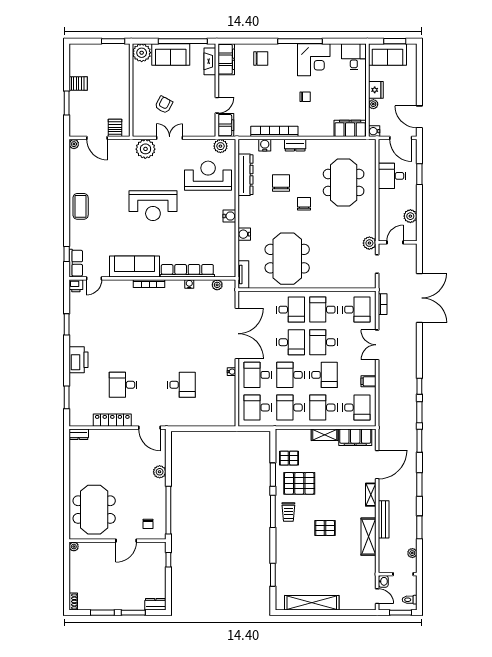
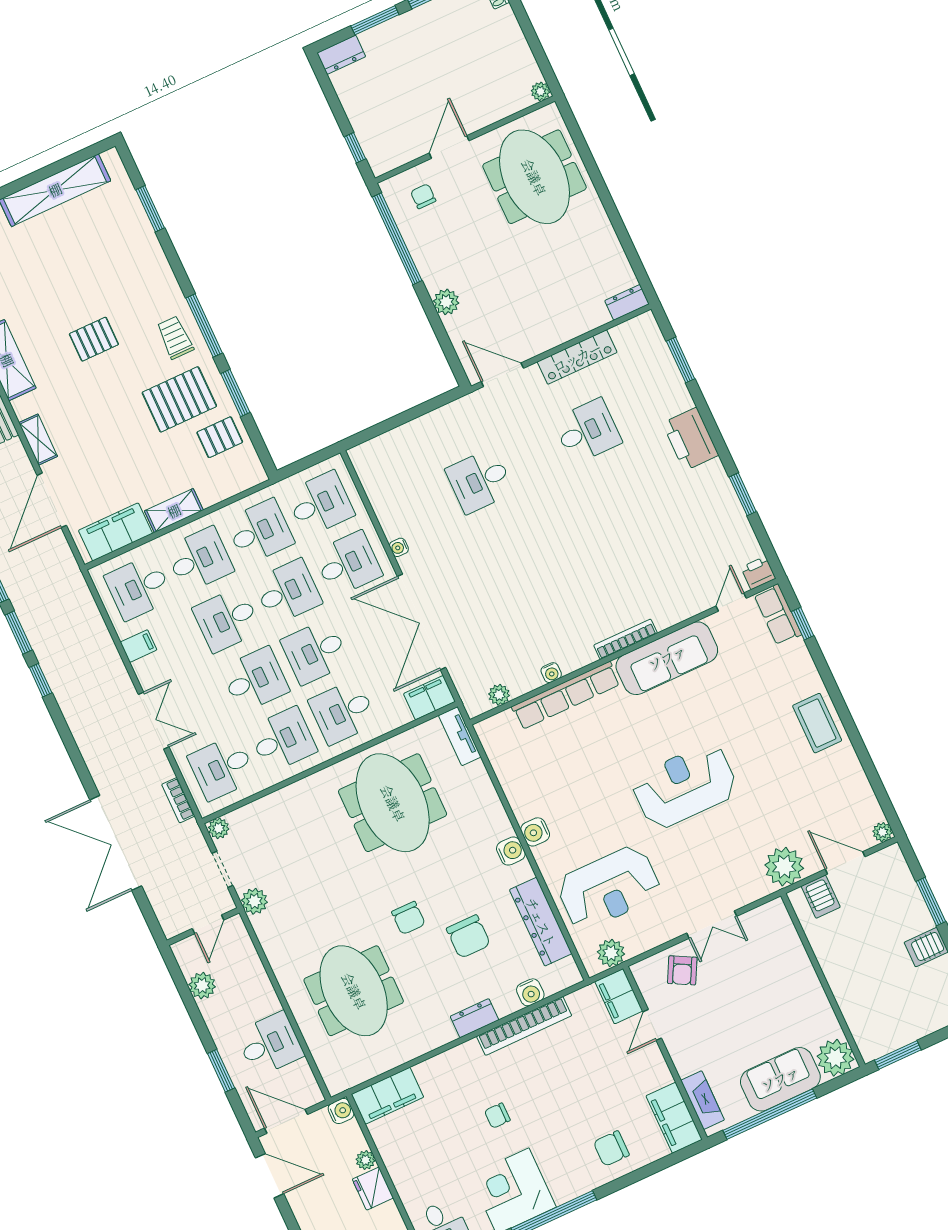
armchair: (164, 105) -> (682, 970), moved
plant: (145, 149) -> (784, 867), moved
water cooler: (244, 234) -> (511, 851), moved
plant: (370, 283) -> (219, 828), added
filing cabinet: (249, 298) -> (429, 698), added

